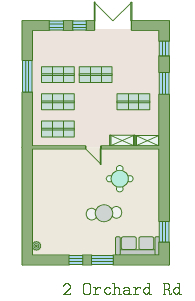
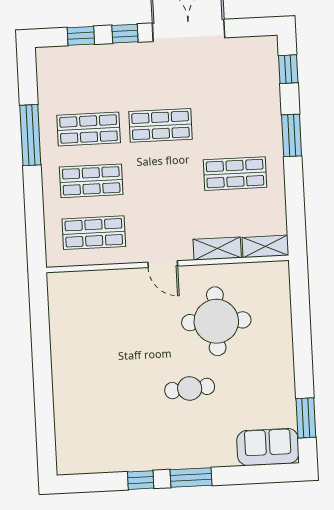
round table: (120, 179) -> (216, 321), width x1.36, depth x1.36
cafe table: (104, 213) -> (190, 388), width x0.73, depth x0.74
plant: (36, 246) -> (64, 457), removed
sofa: (138, 246) -> (268, 447), width x0.74

